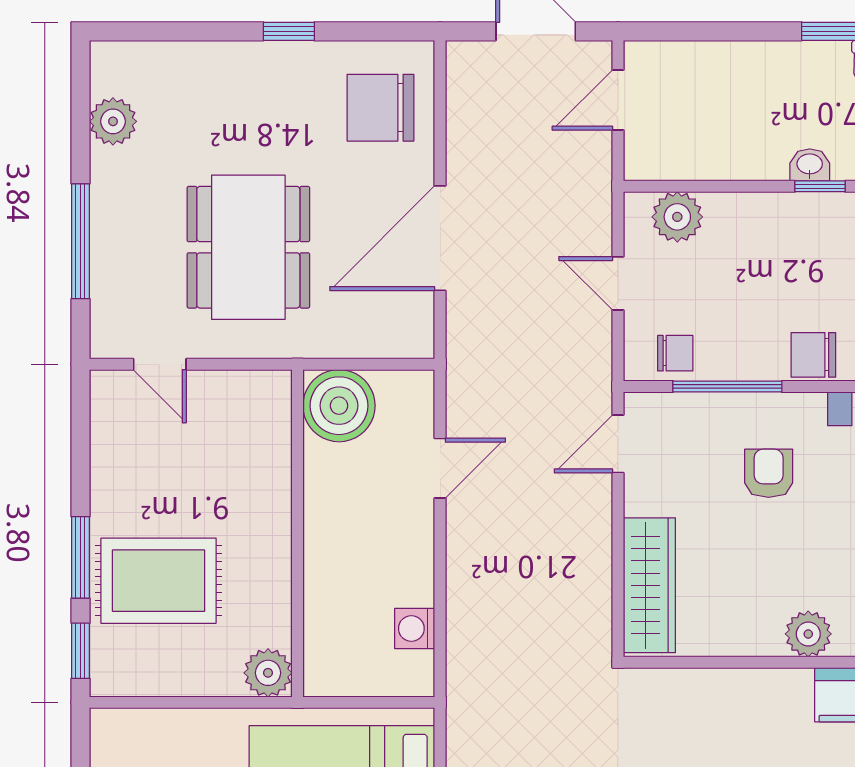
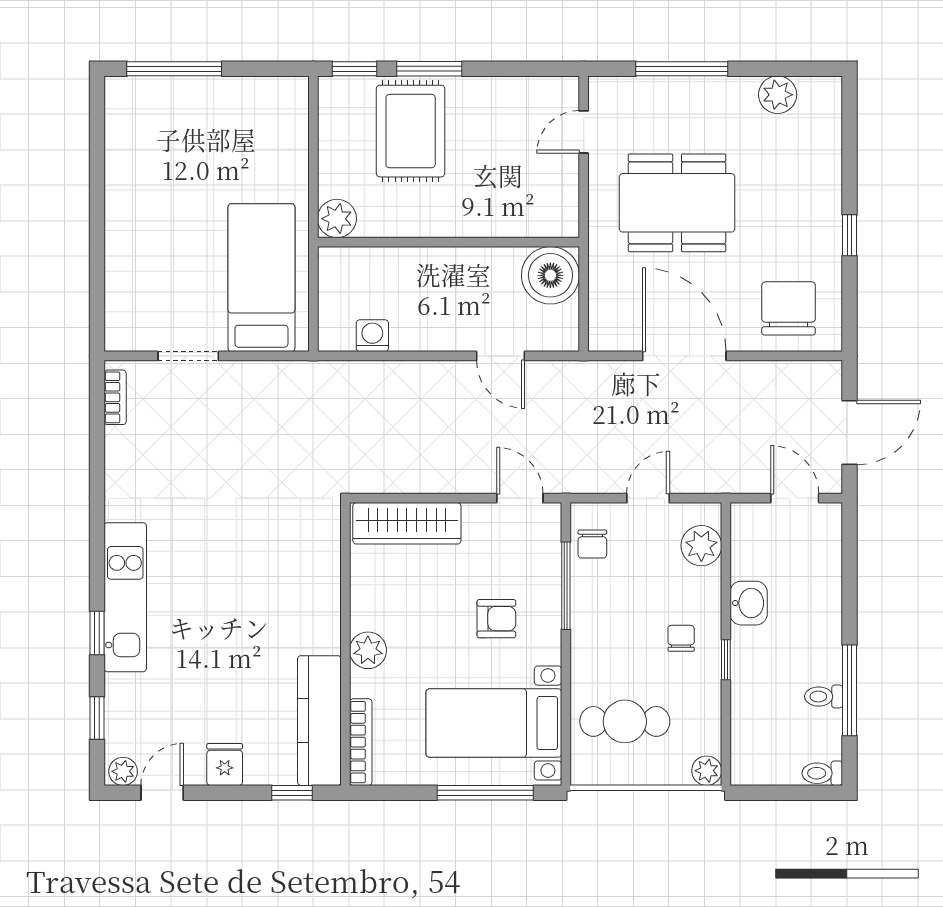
washbasin: (810, 165) -> (749, 603), moved, width x1.38, depth x1.45
chair: (813, 355) -> (681, 638), moved, width x0.73, depth x0.73

